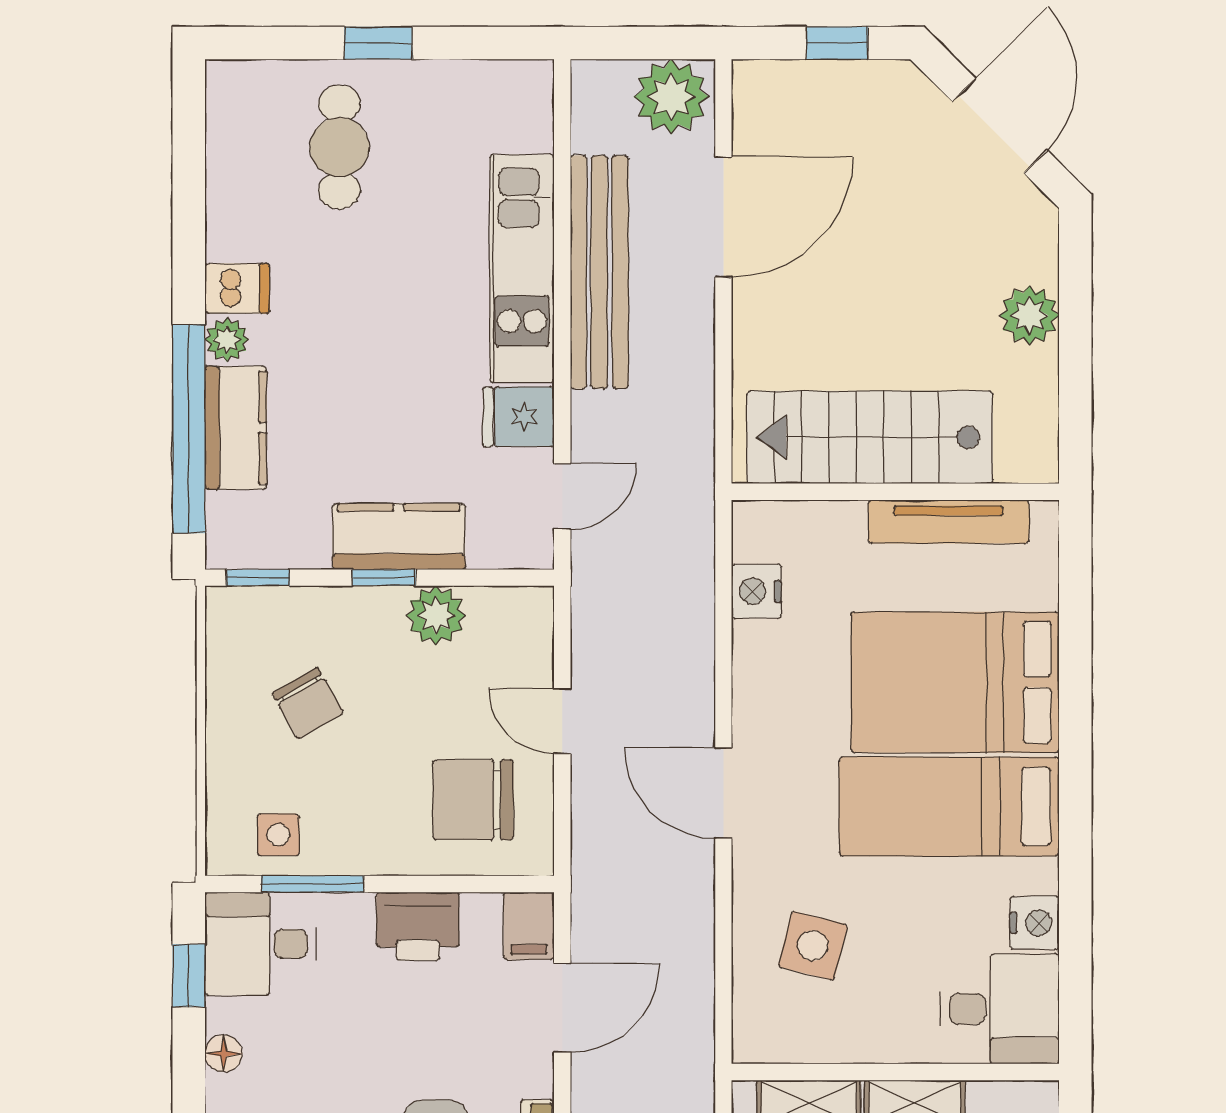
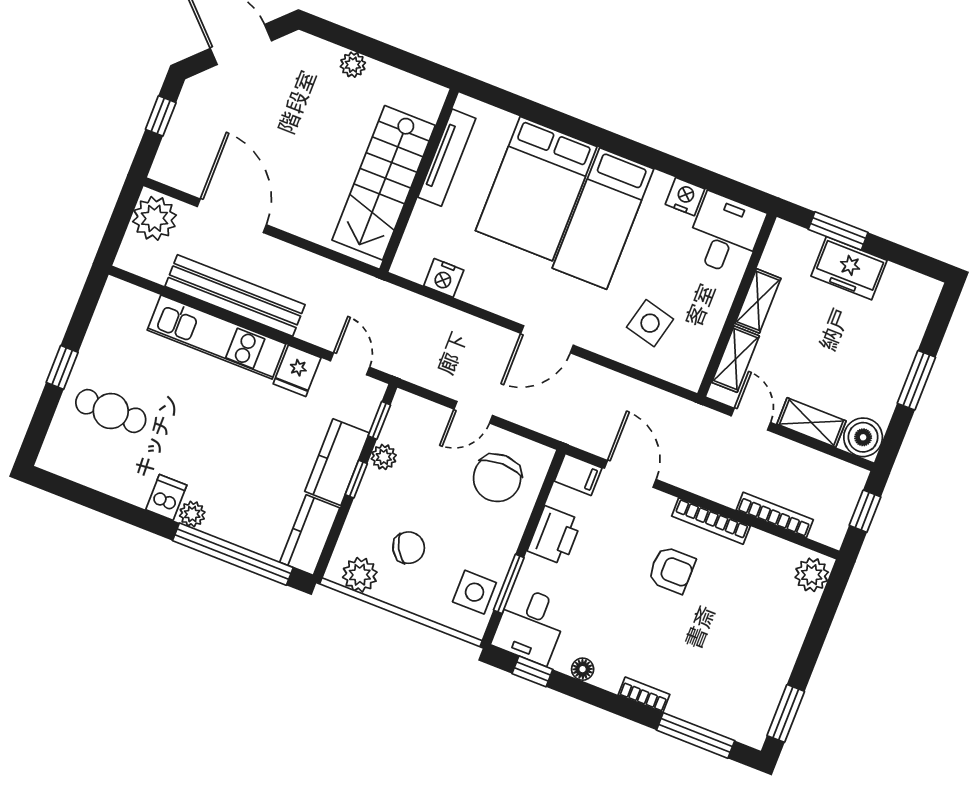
plant: (1029, 315) -> (353, 65), width x0.73, depth x0.73
kitchen counter: (236, 428) -> (310, 535), moved, turned -90
window: (258, 578) -> (379, 420), moved
plant: (436, 616) -> (384, 457), width x0.73, depth x0.73
plant: (235, 643) -> (360, 575), added
side table: (278, 835) -> (474, 592), width x1.37, depth x1.37

